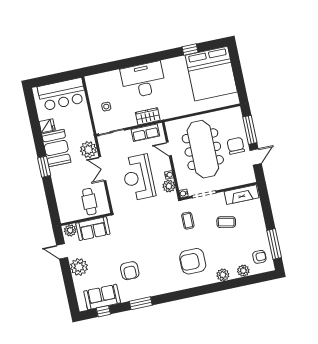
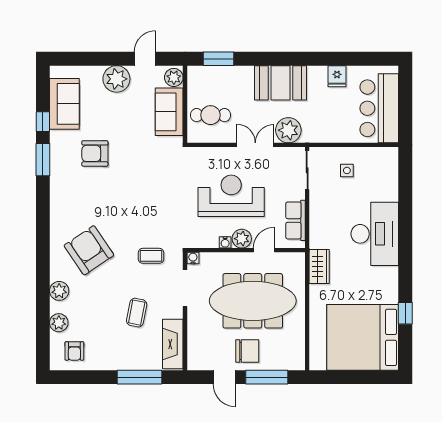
wardrobe: (148, 116) -> (319, 266), moved
booth: (56, 148) -> (280, 83), moved
window: (44, 167) -> (219, 59), moved
plant: (169, 186) -> (242, 239), moved
window: (274, 244) -> (140, 377), moved
armchair: (193, 261) -> (89, 250), turned -34
window: (103, 311) -> (43, 122), moved

